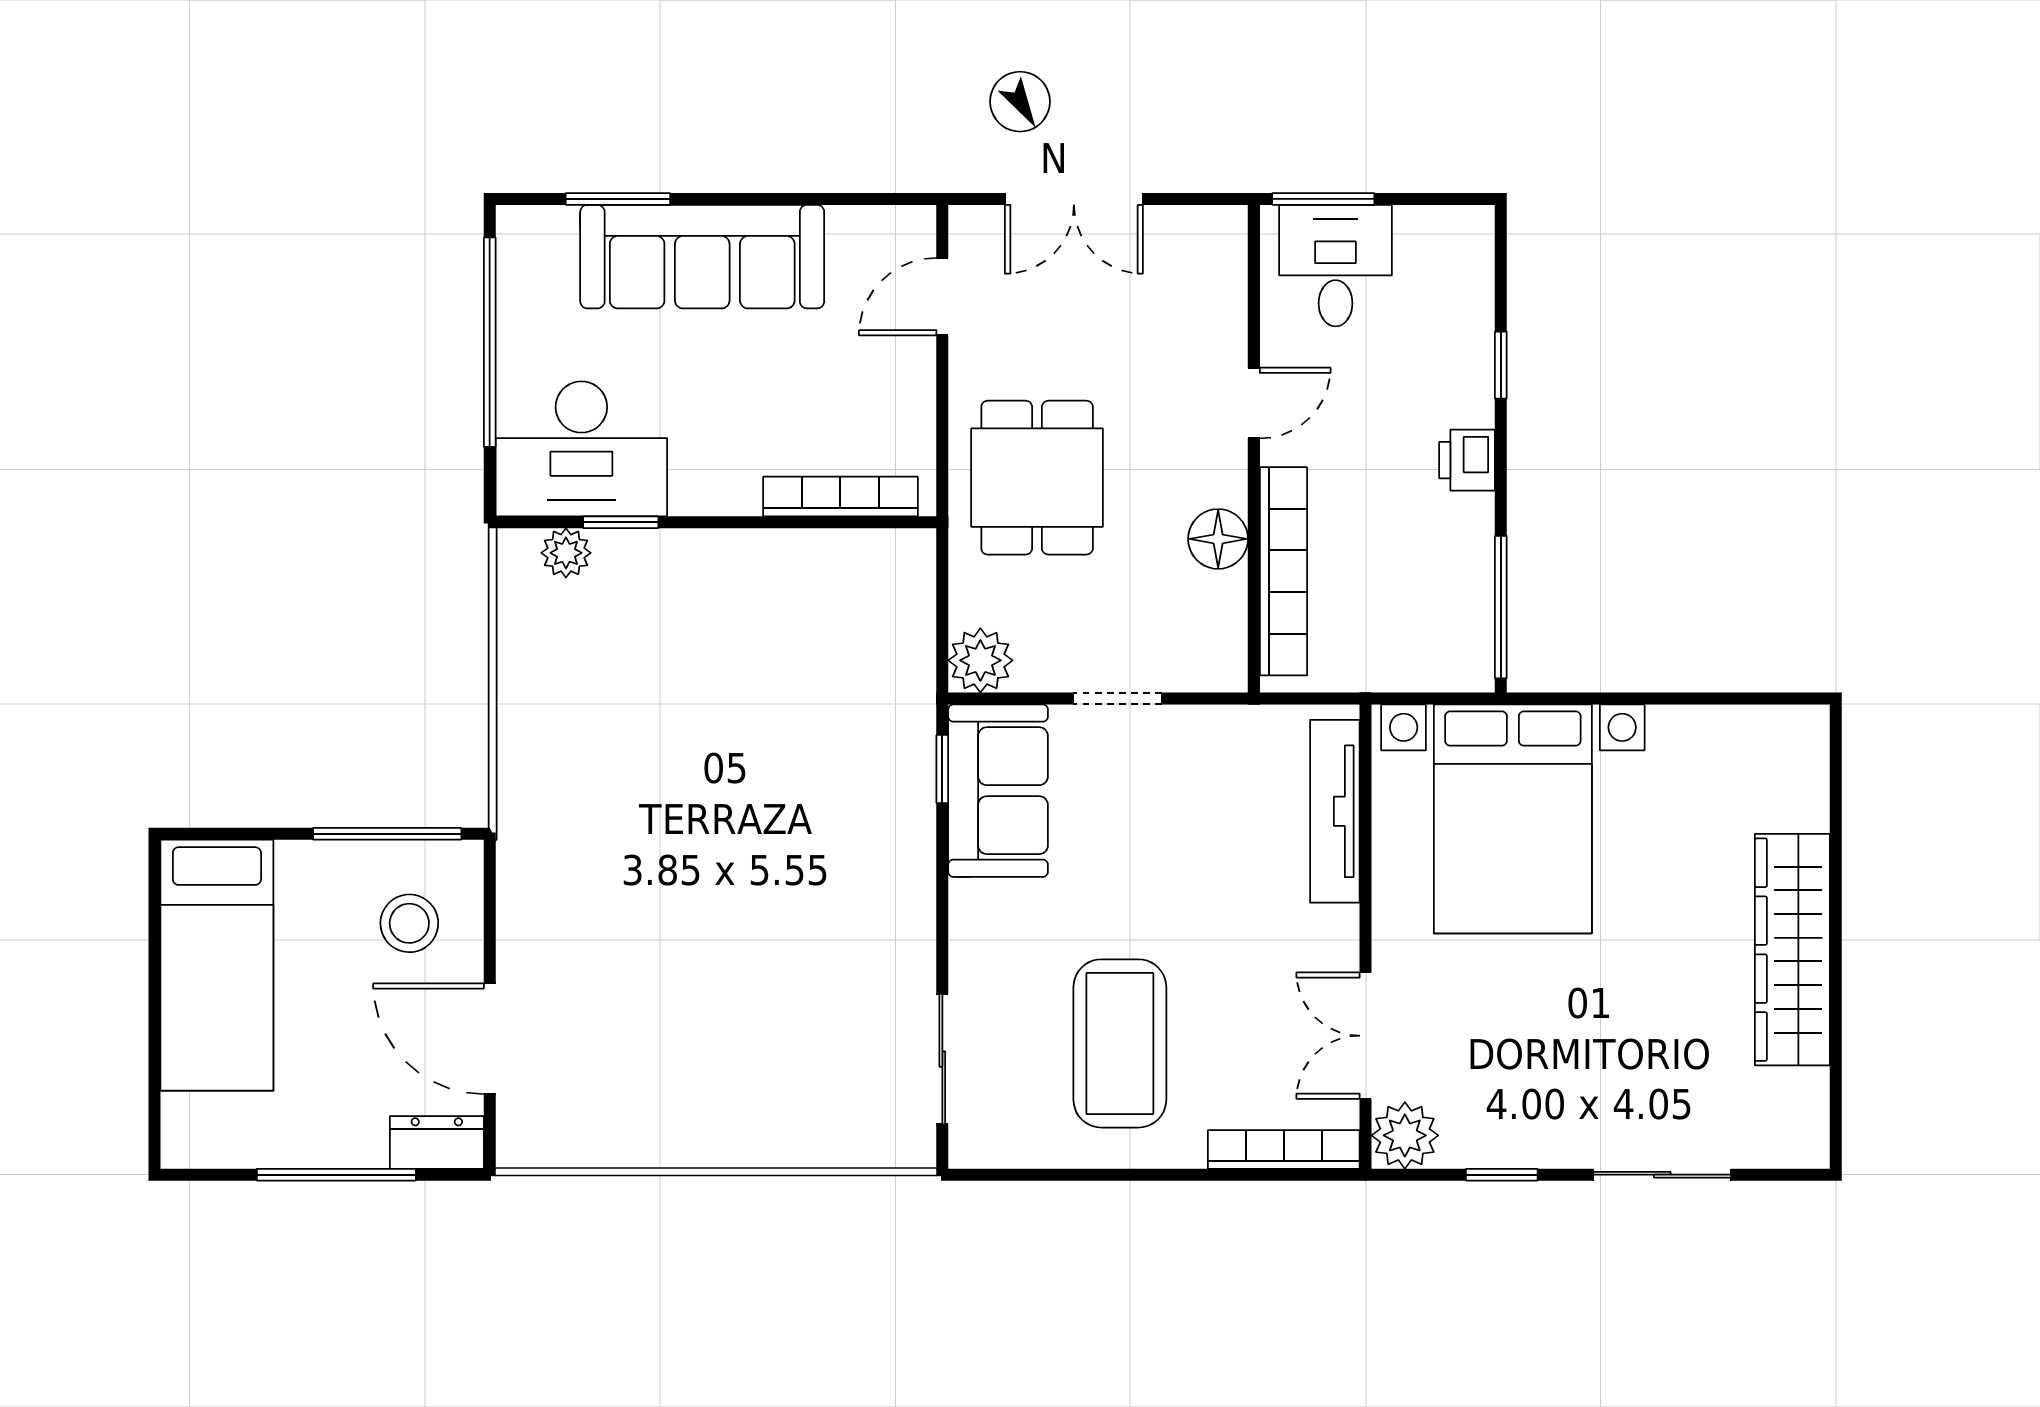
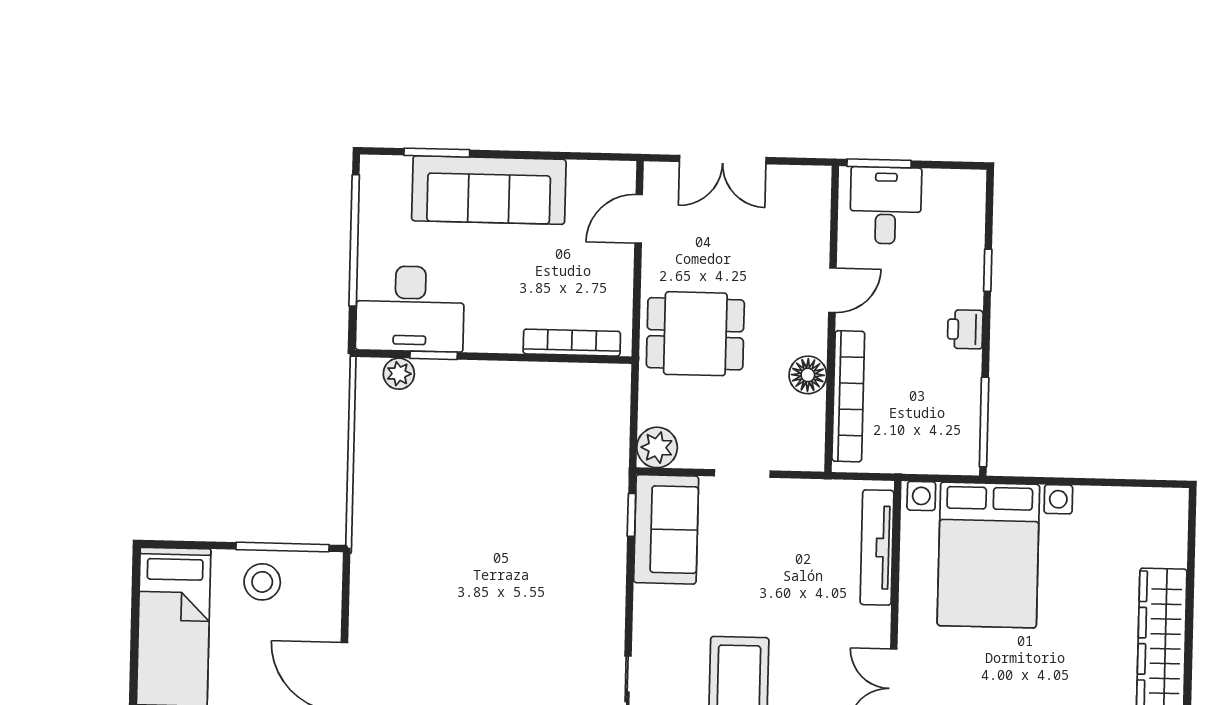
dining table: (1037, 478) -> (695, 334), turned 90
stool: (409, 923) -> (262, 582), moved

